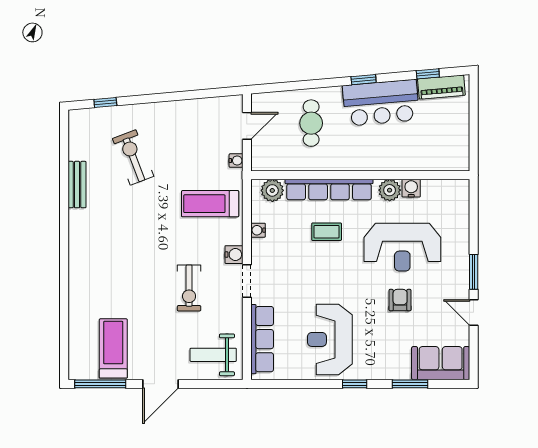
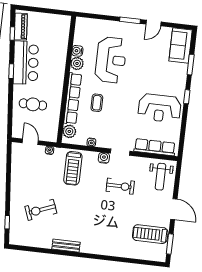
bench: (77, 185) -> (66, 246), moved
armchair: (400, 300) -> (141, 65), removed
window: (100, 384) -> (170, 244), width x0.69

